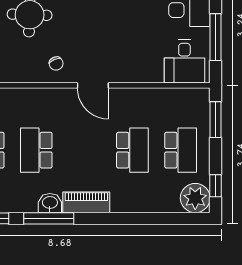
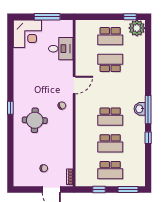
desk: (184, 61) -> (61, 49), moved
window: (216, 120) -> (93, 17), removed
school desk: (181, 150) -> (110, 36), turned 180
piano: (86, 202) -> (139, 89), removed

